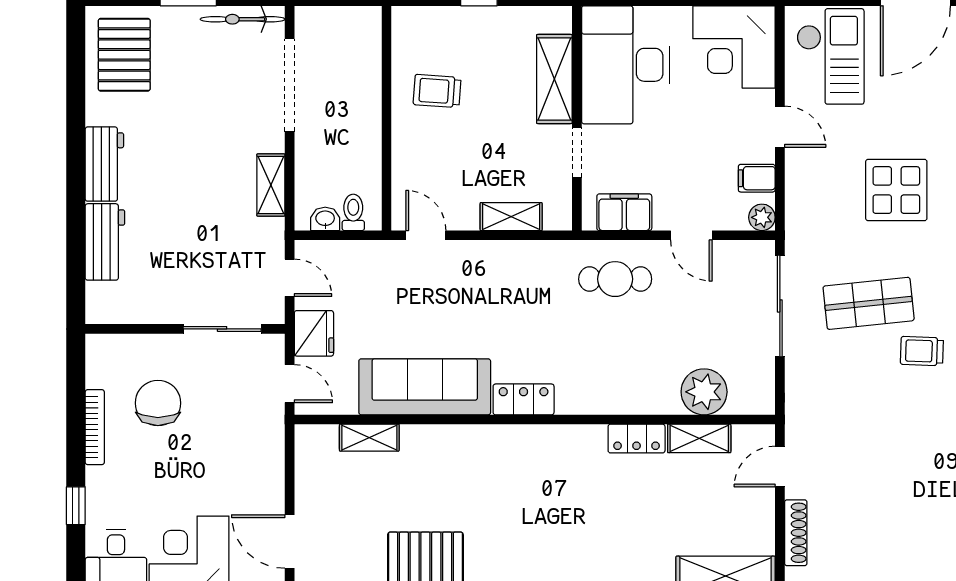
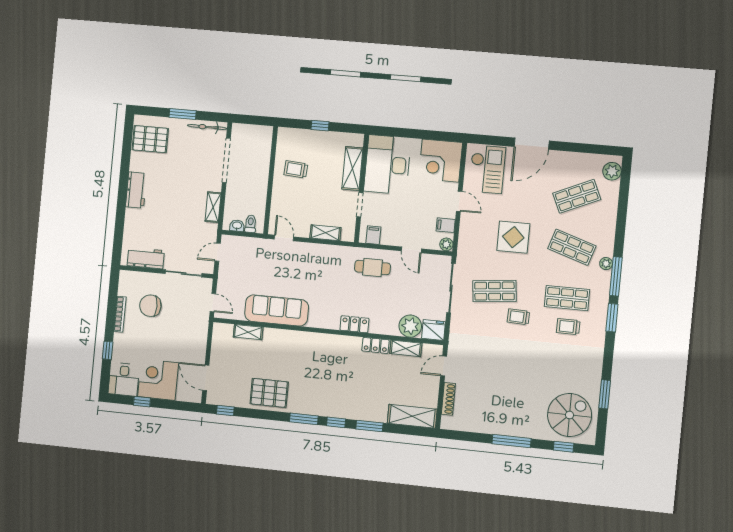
pallet: (124, 55) -> (150, 139), turned 90
filing cabinet: (624, 212) -> (373, 235), width x0.50
workbench: (105, 242) -> (146, 258), moved, turned -90
door: (290, 278) -> (218, 252), swing flipped
fridge: (314, 333) -> (433, 330), moved, turned -90
locker: (524, 399) -> (354, 324), moved
chair: (158, 403) -> (150, 306), turned -90

